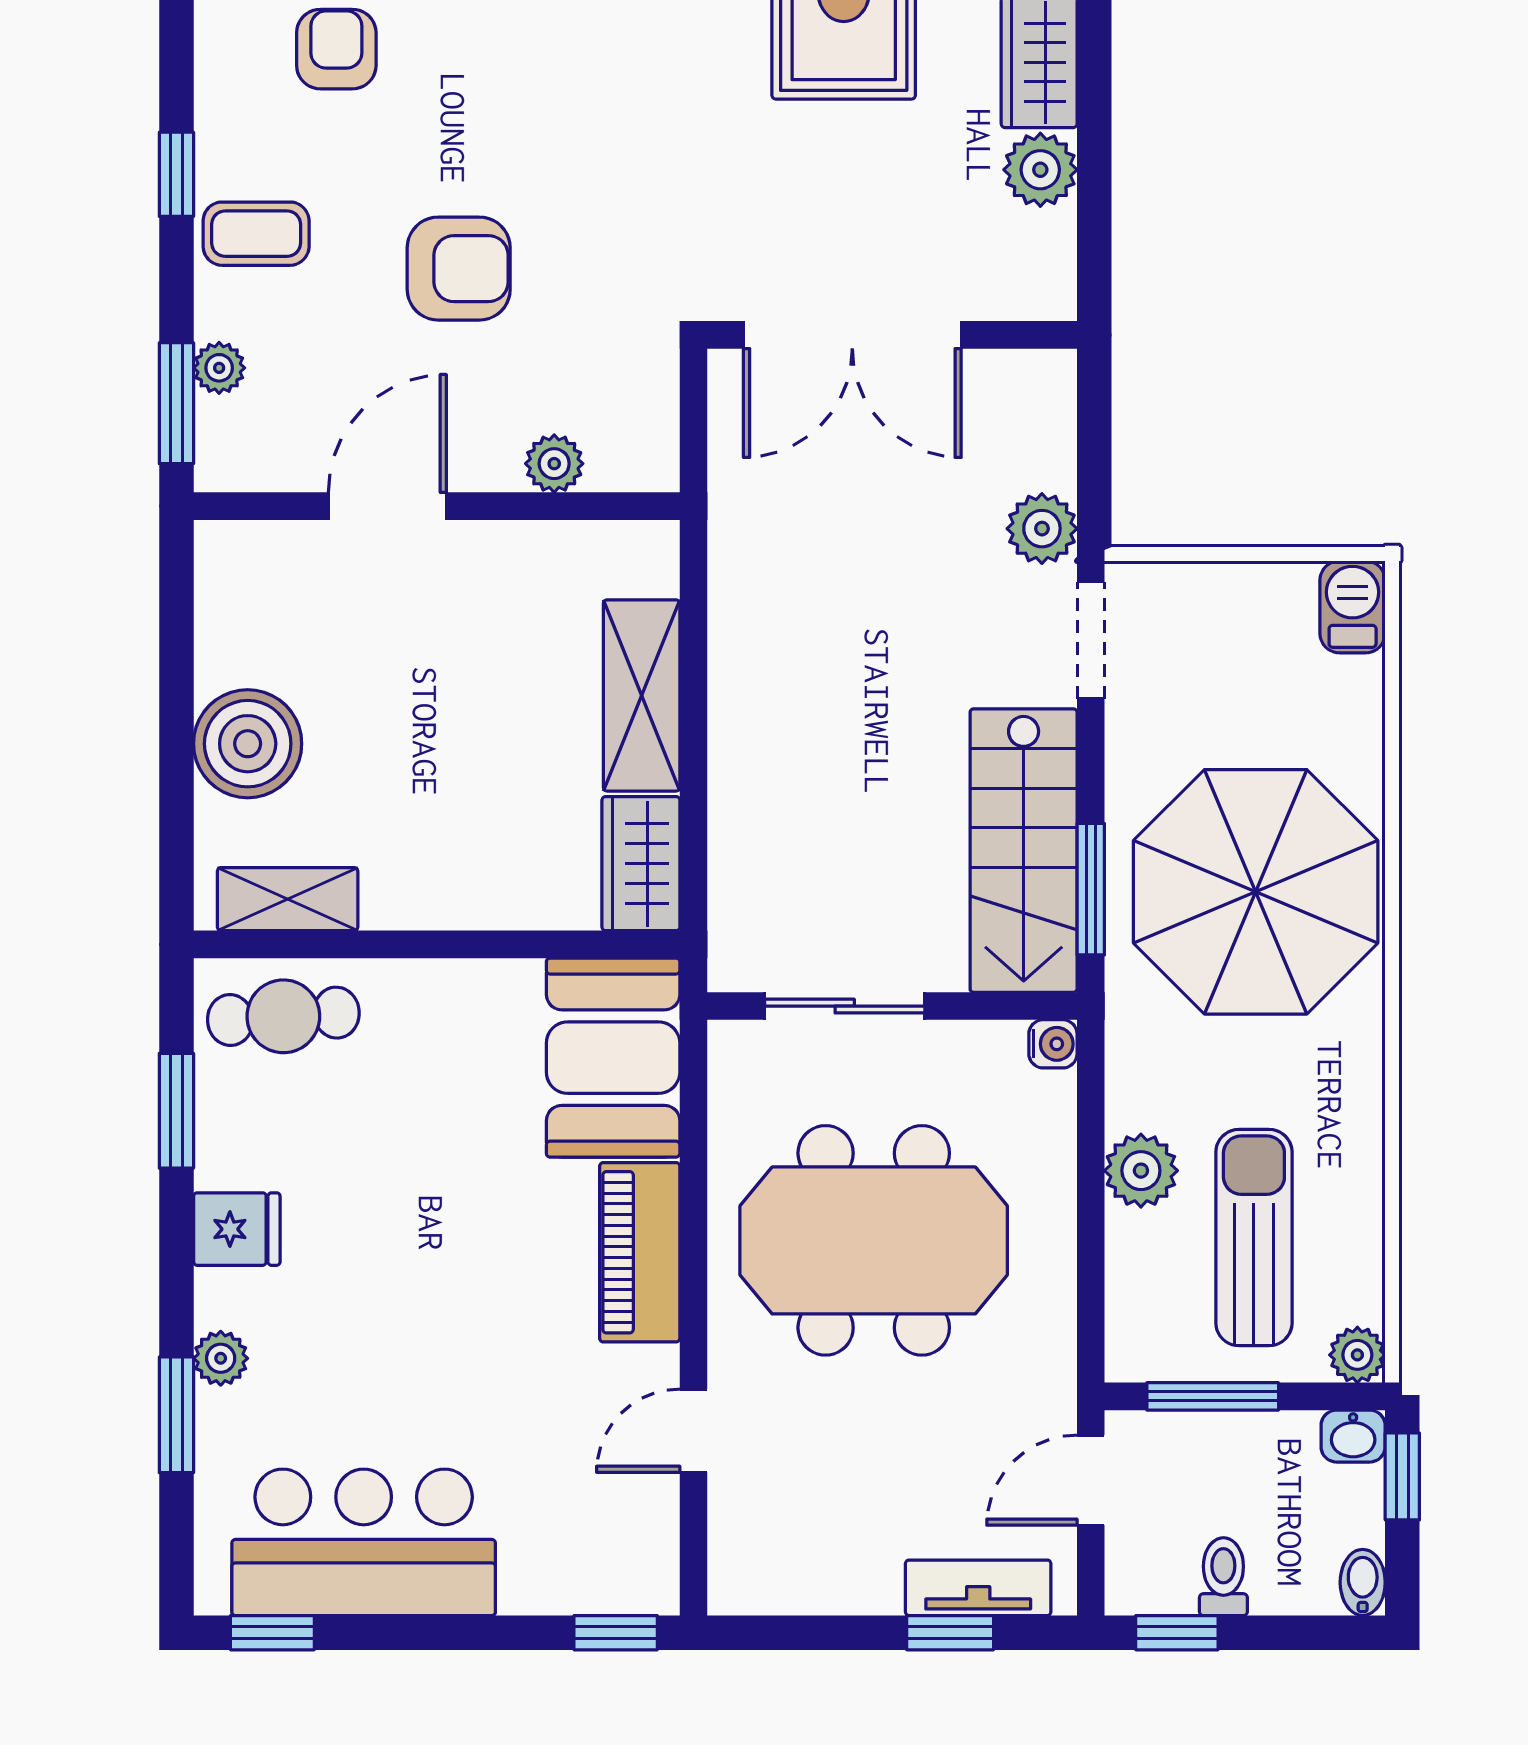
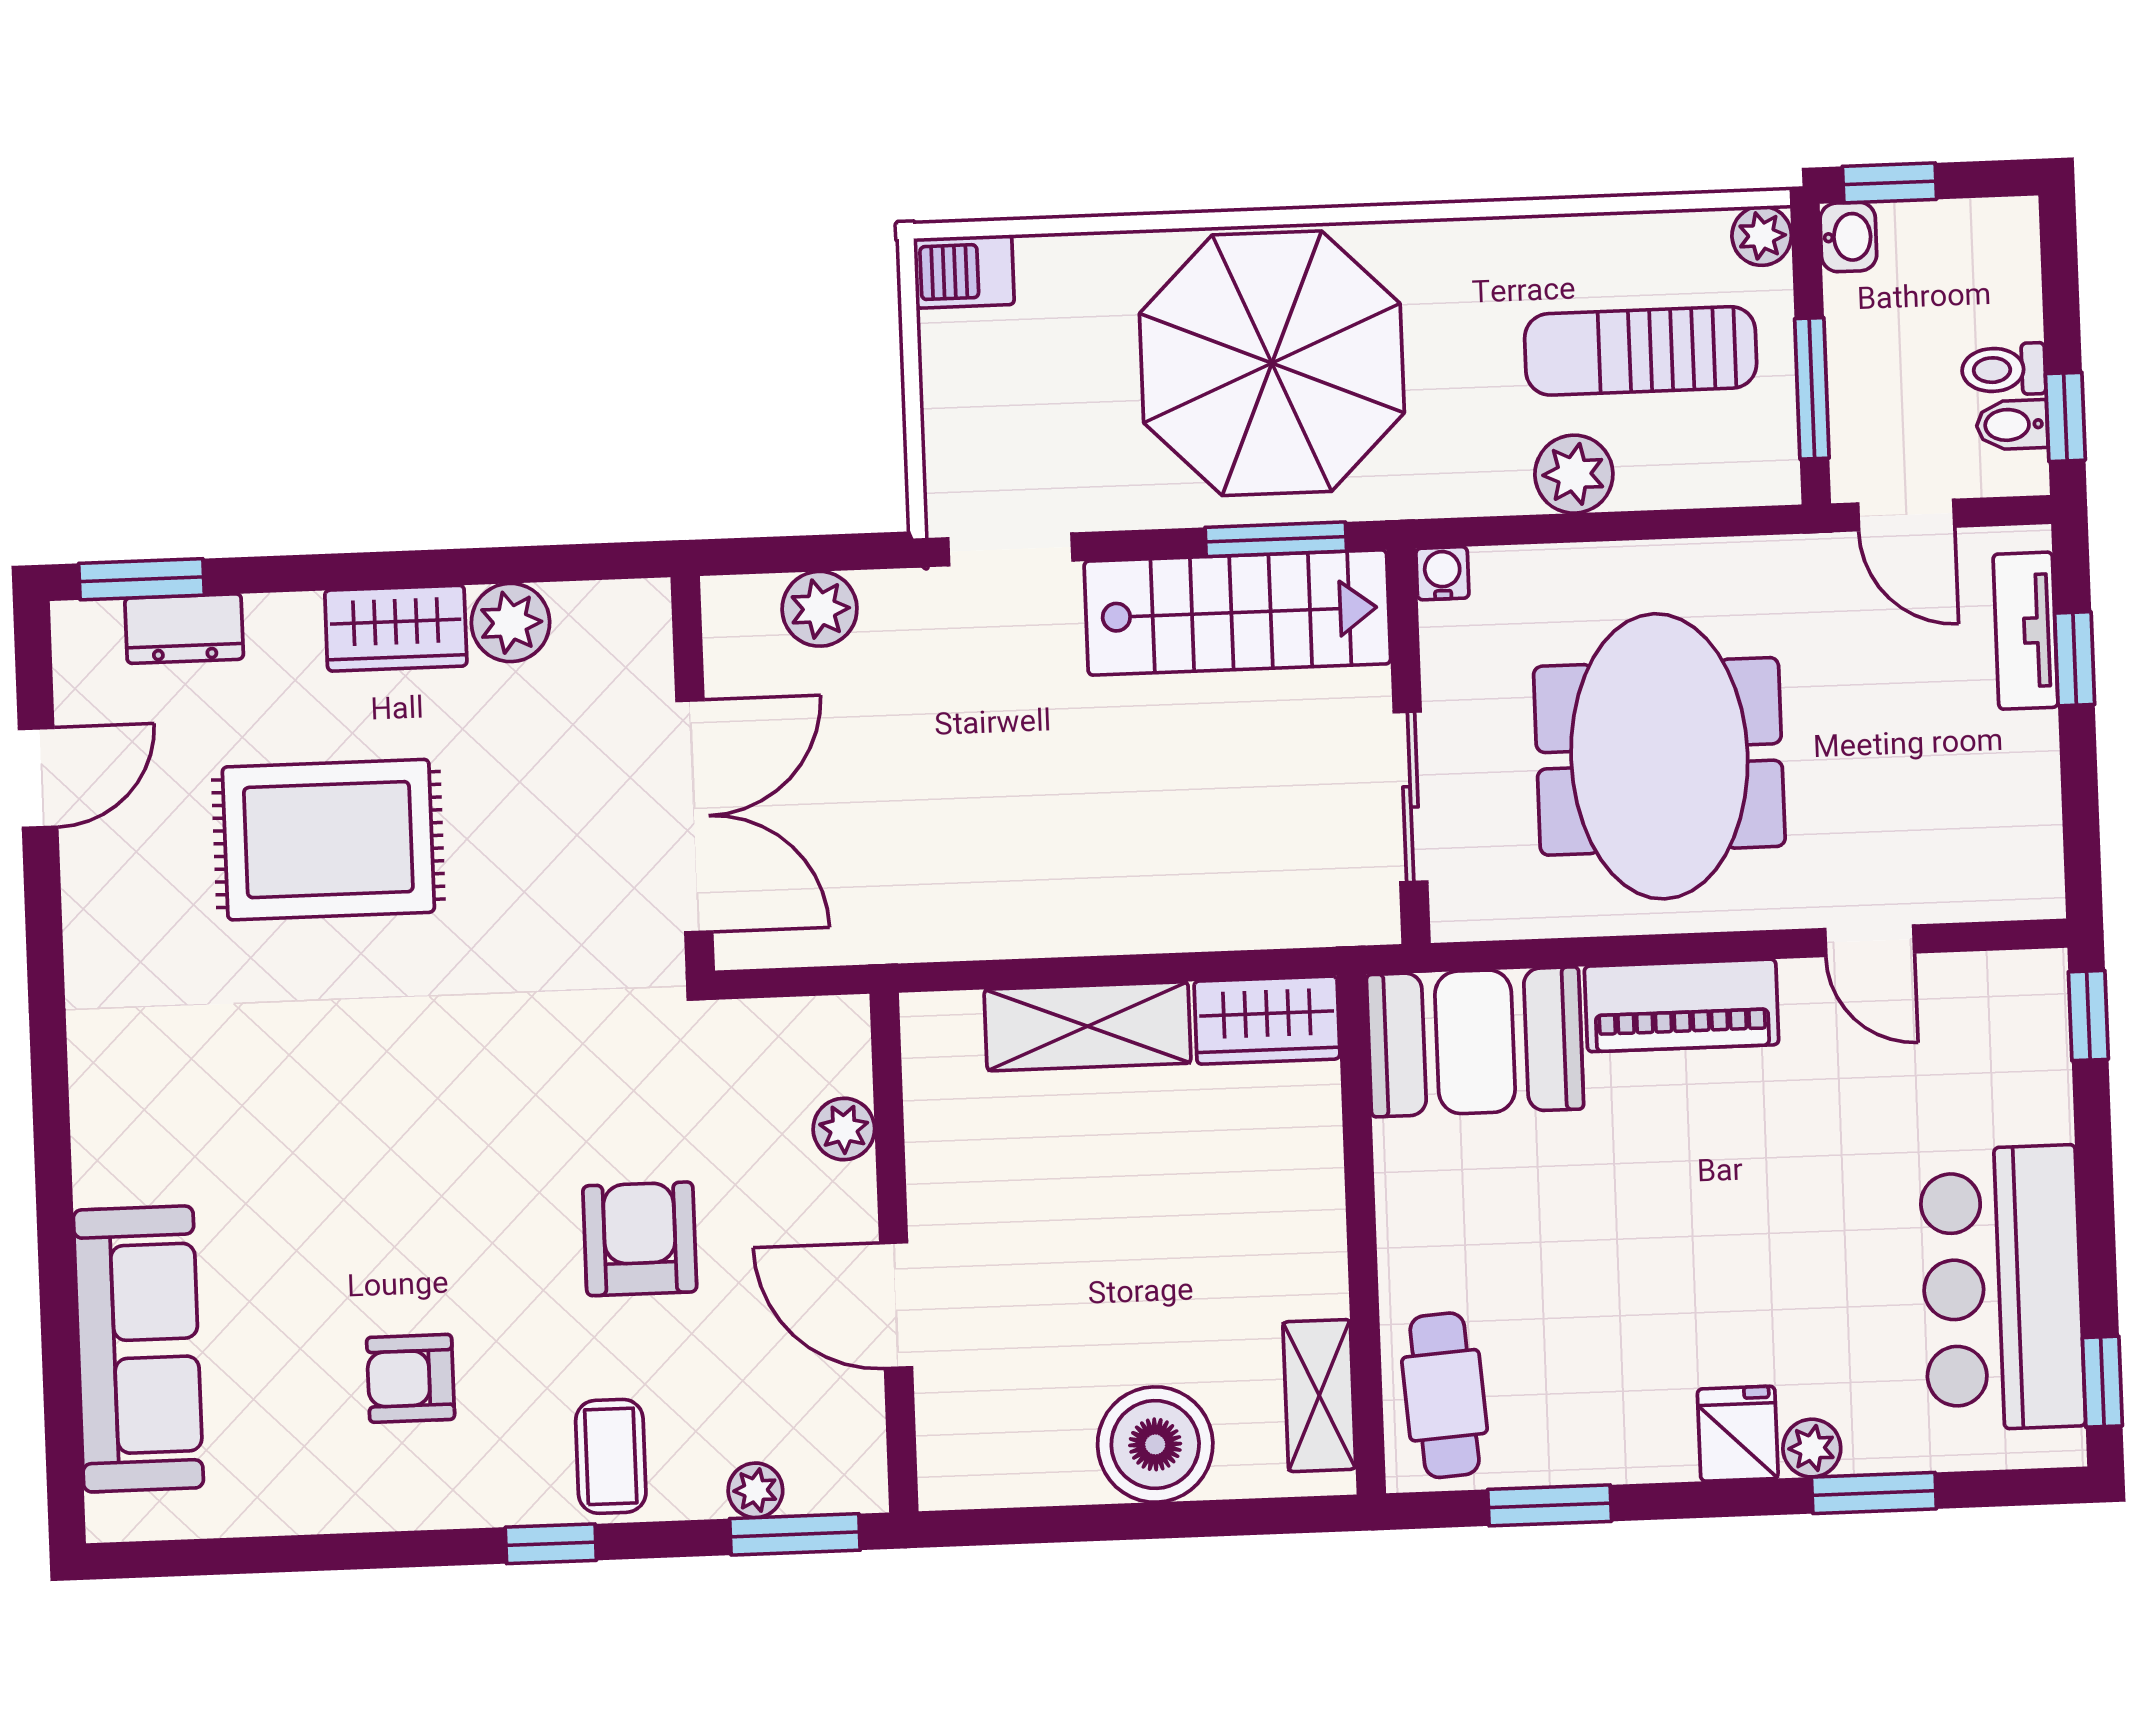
plant: (1042, 529) -> (820, 609), moved
fridge: (237, 1229) -> (1738, 1434), moved
bidet: (1363, 1582) -> (2012, 425), moved

